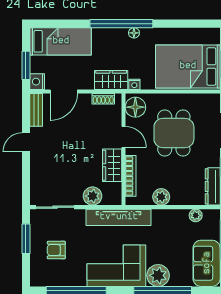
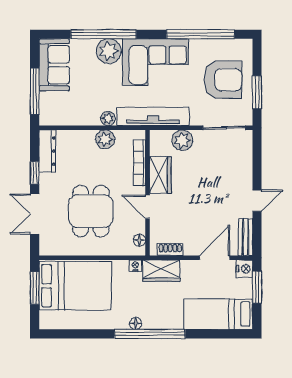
floor lamp: (135, 107) -> (139, 240), width x0.53, depth x0.53
plant: (196, 215) -> (108, 119), moved
armchair: (56, 250) -> (223, 80), width x1.88, depth x1.88

